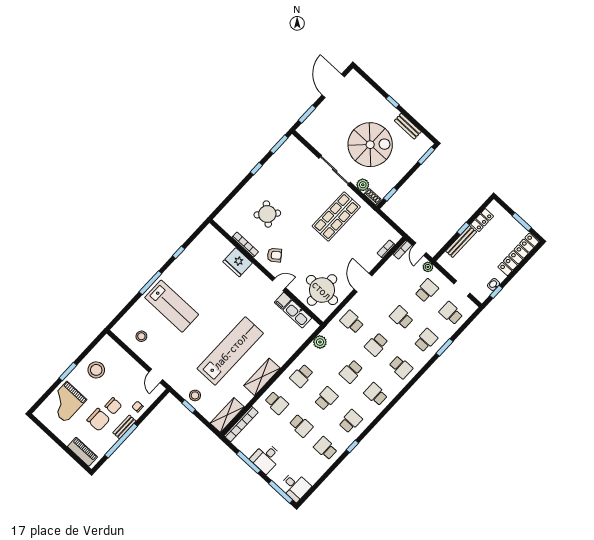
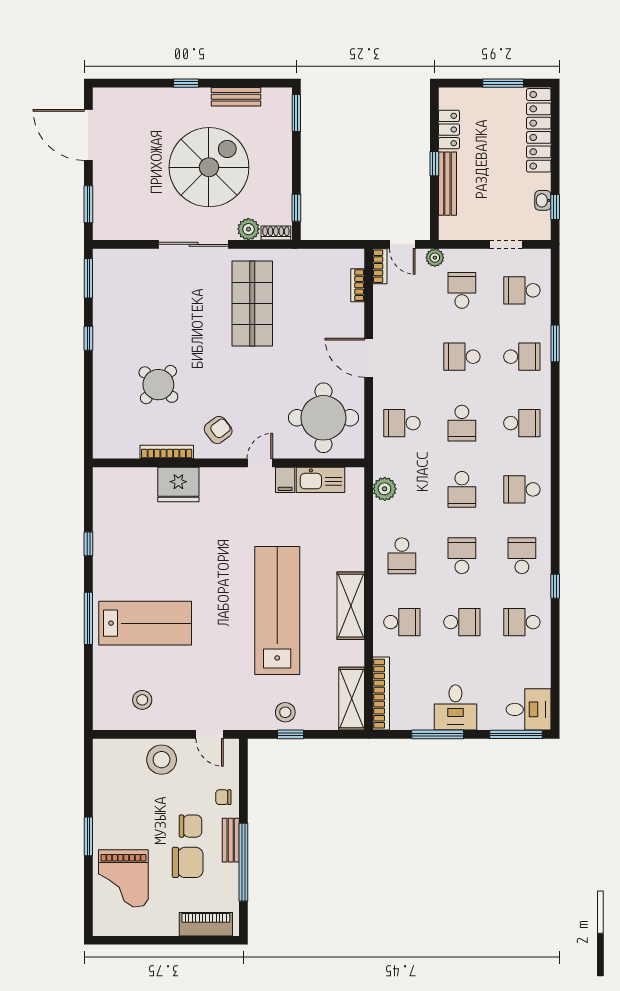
school desk: (426, 340) -> (522, 357), turned 90
stool: (96, 370) -> (162, 760), moved

